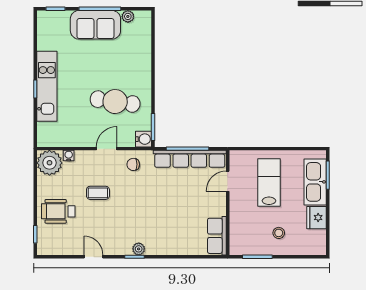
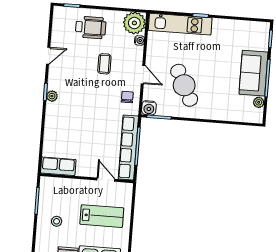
kitchen unit: (47, 86) -> (180, 24), moved
cafe table: (115, 102) -> (184, 85), turned -35
wheelchair: (58, 211) -> (91, 27), turned 90

